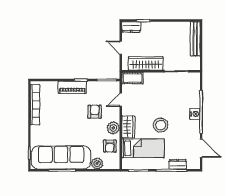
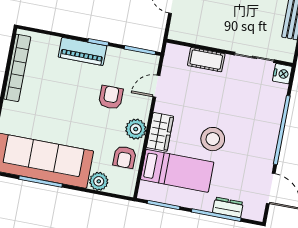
wardrobe: (146, 63) -> (208, 35), removed
cot: (132, 78) -> (206, 60), moved
nightstand: (195, 114) -> (282, 74), moved

